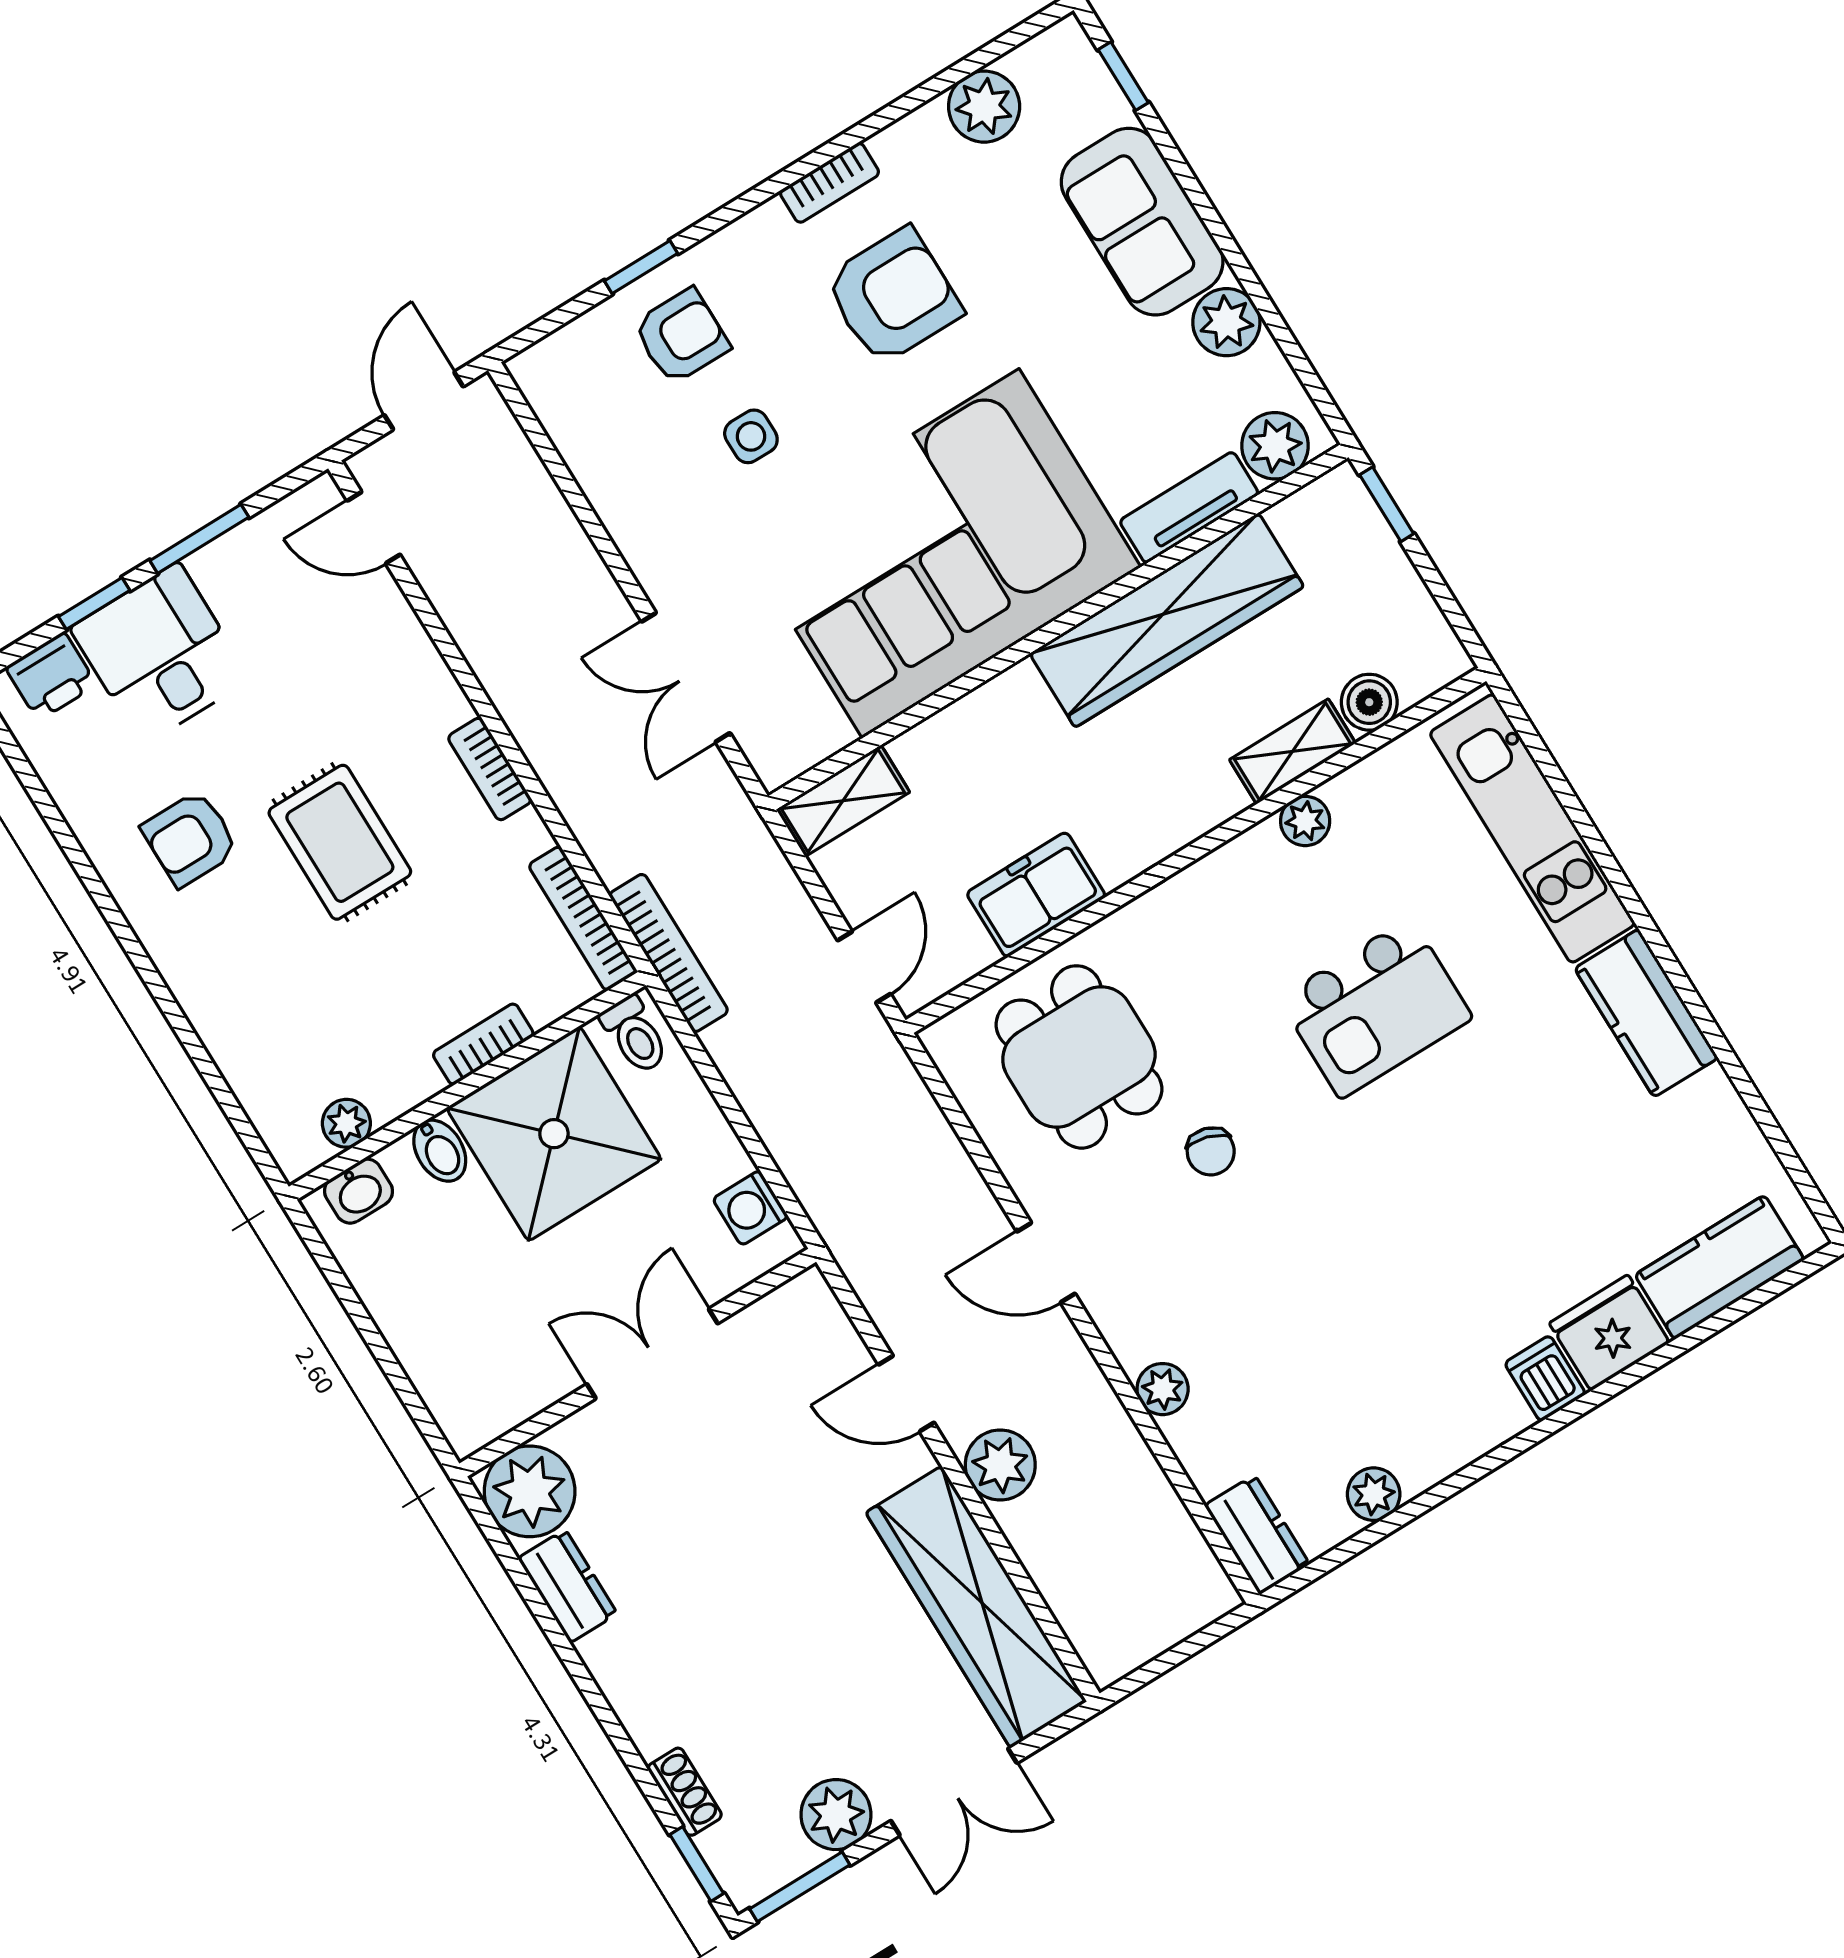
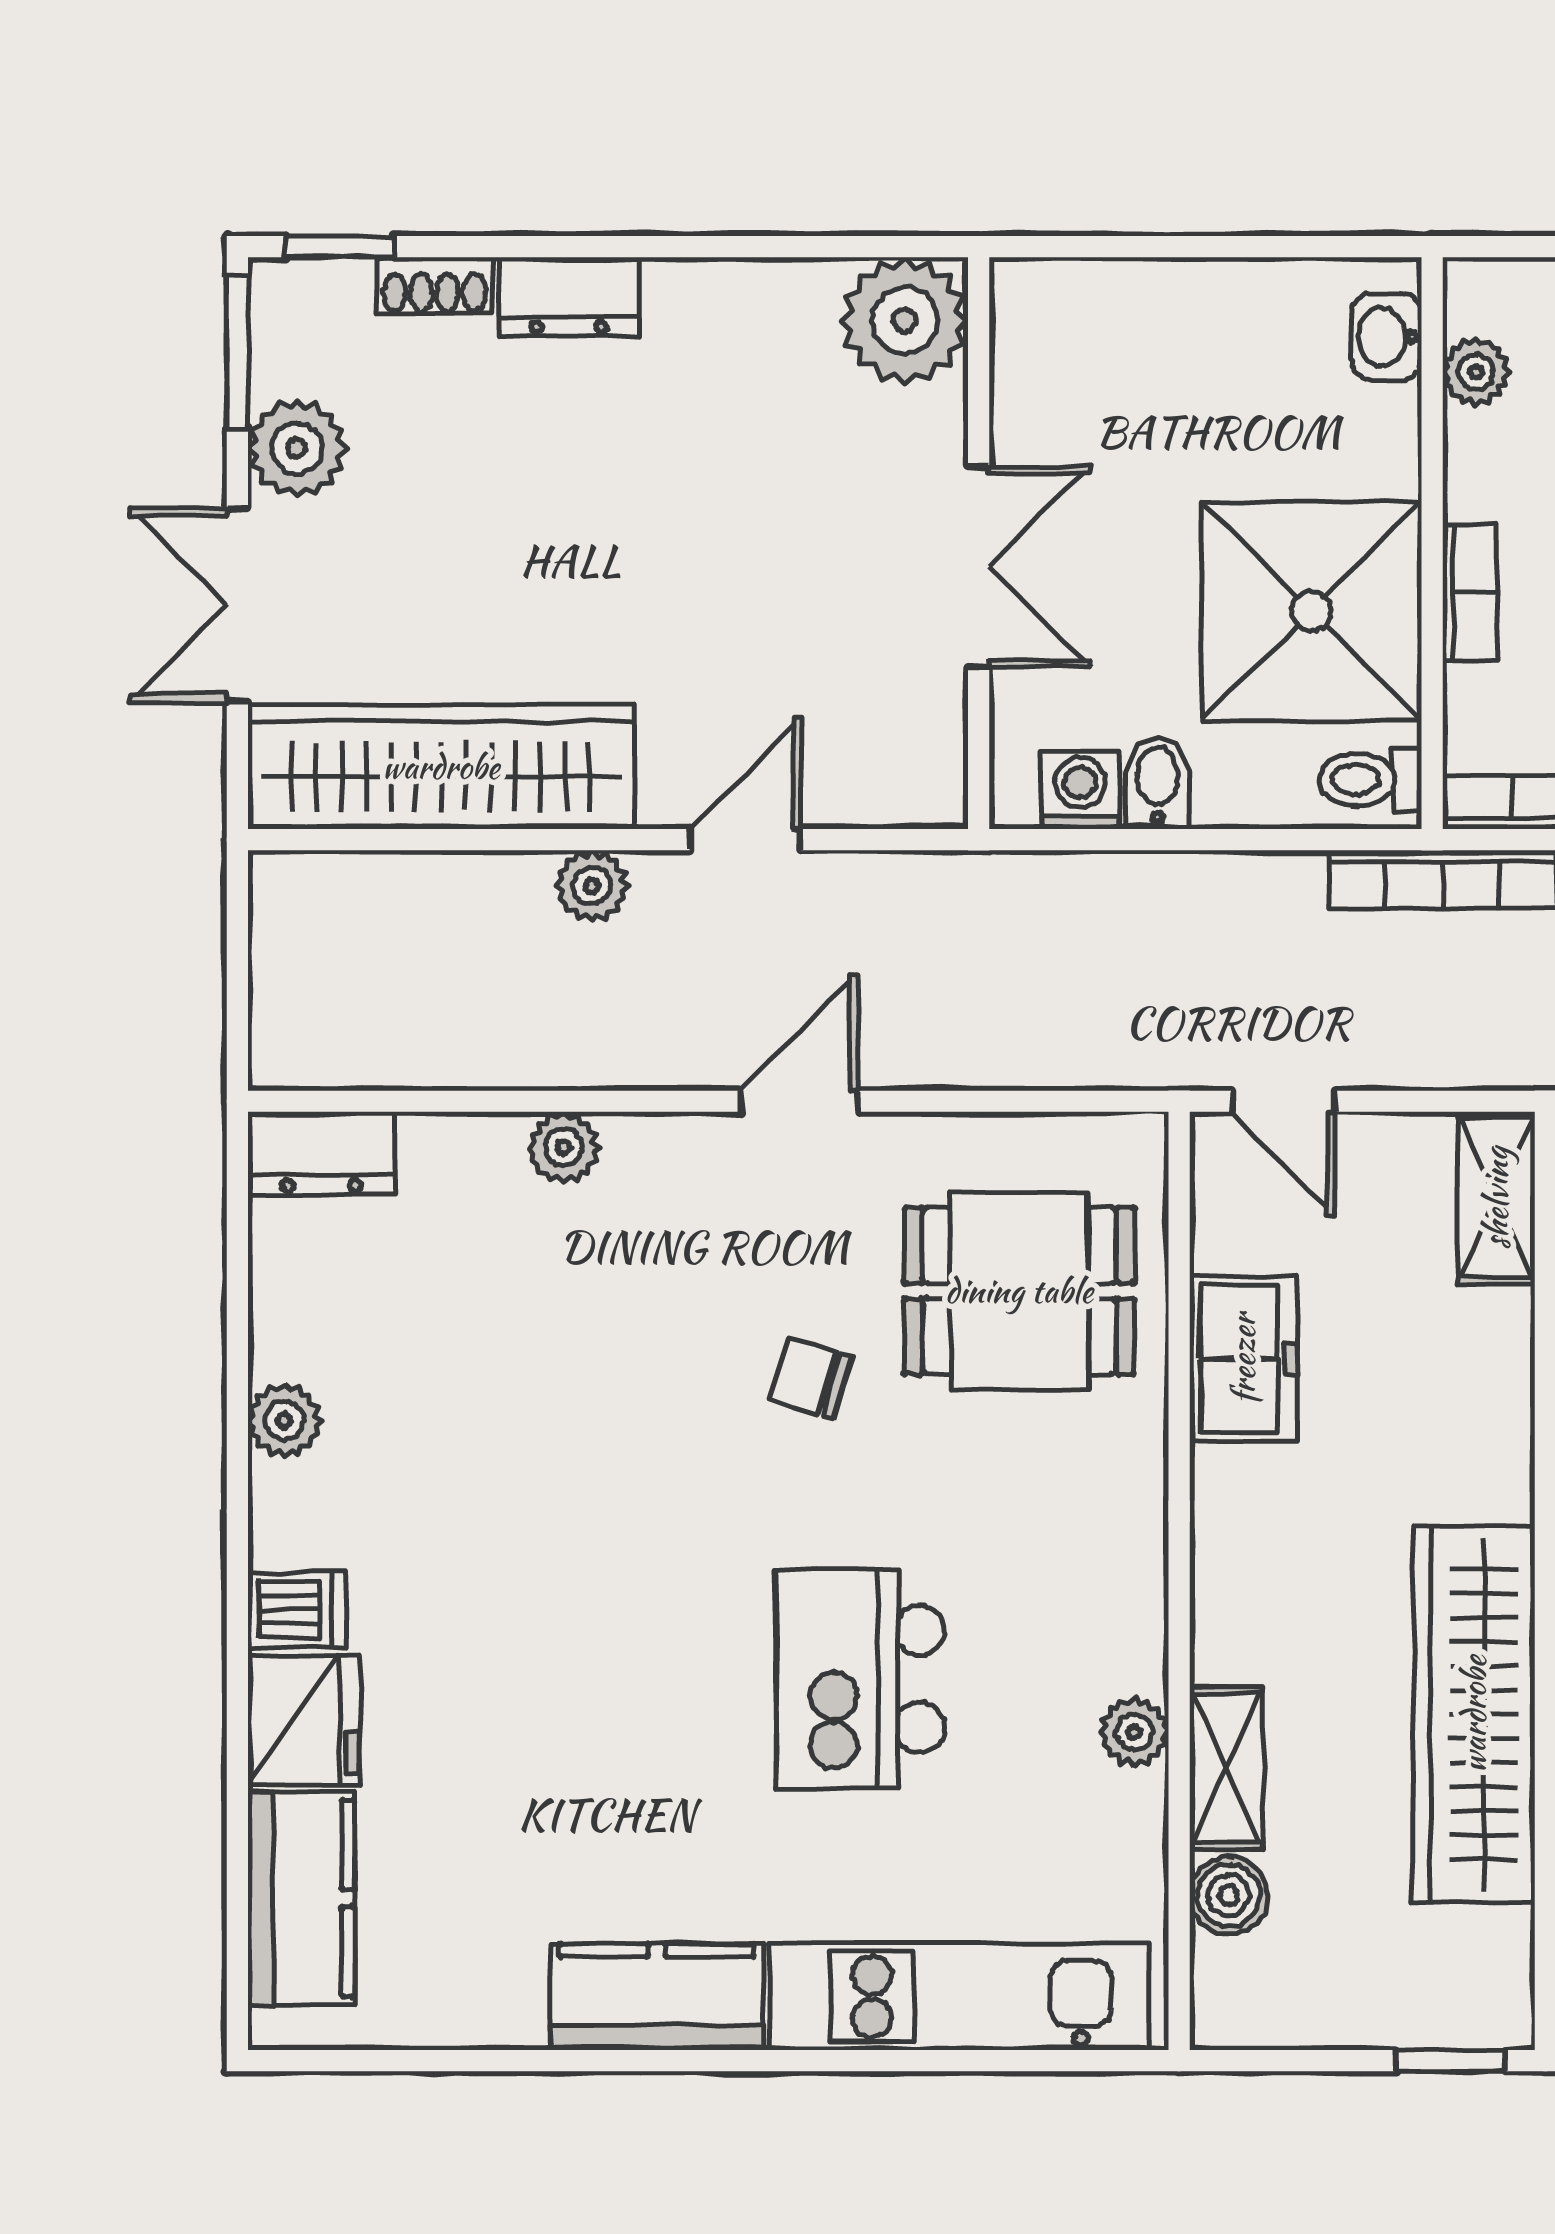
bidet: (440, 1151) -> (1157, 783), moved, turned 90
plant: (1000, 1465) -> (592, 886), width x0.73, depth x0.73
plant: (1374, 1494) -> (284, 1421), moved
dresser: (568, 1586) -> (569, 296), moved

